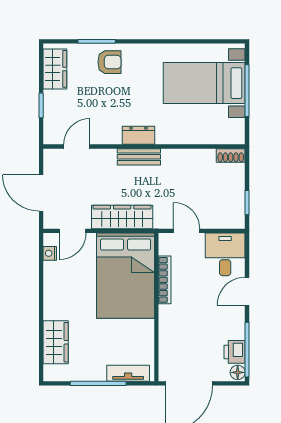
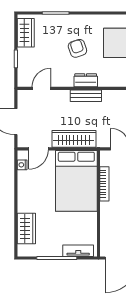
armchair: (109, 62) -> (77, 48), moved, turned -109

